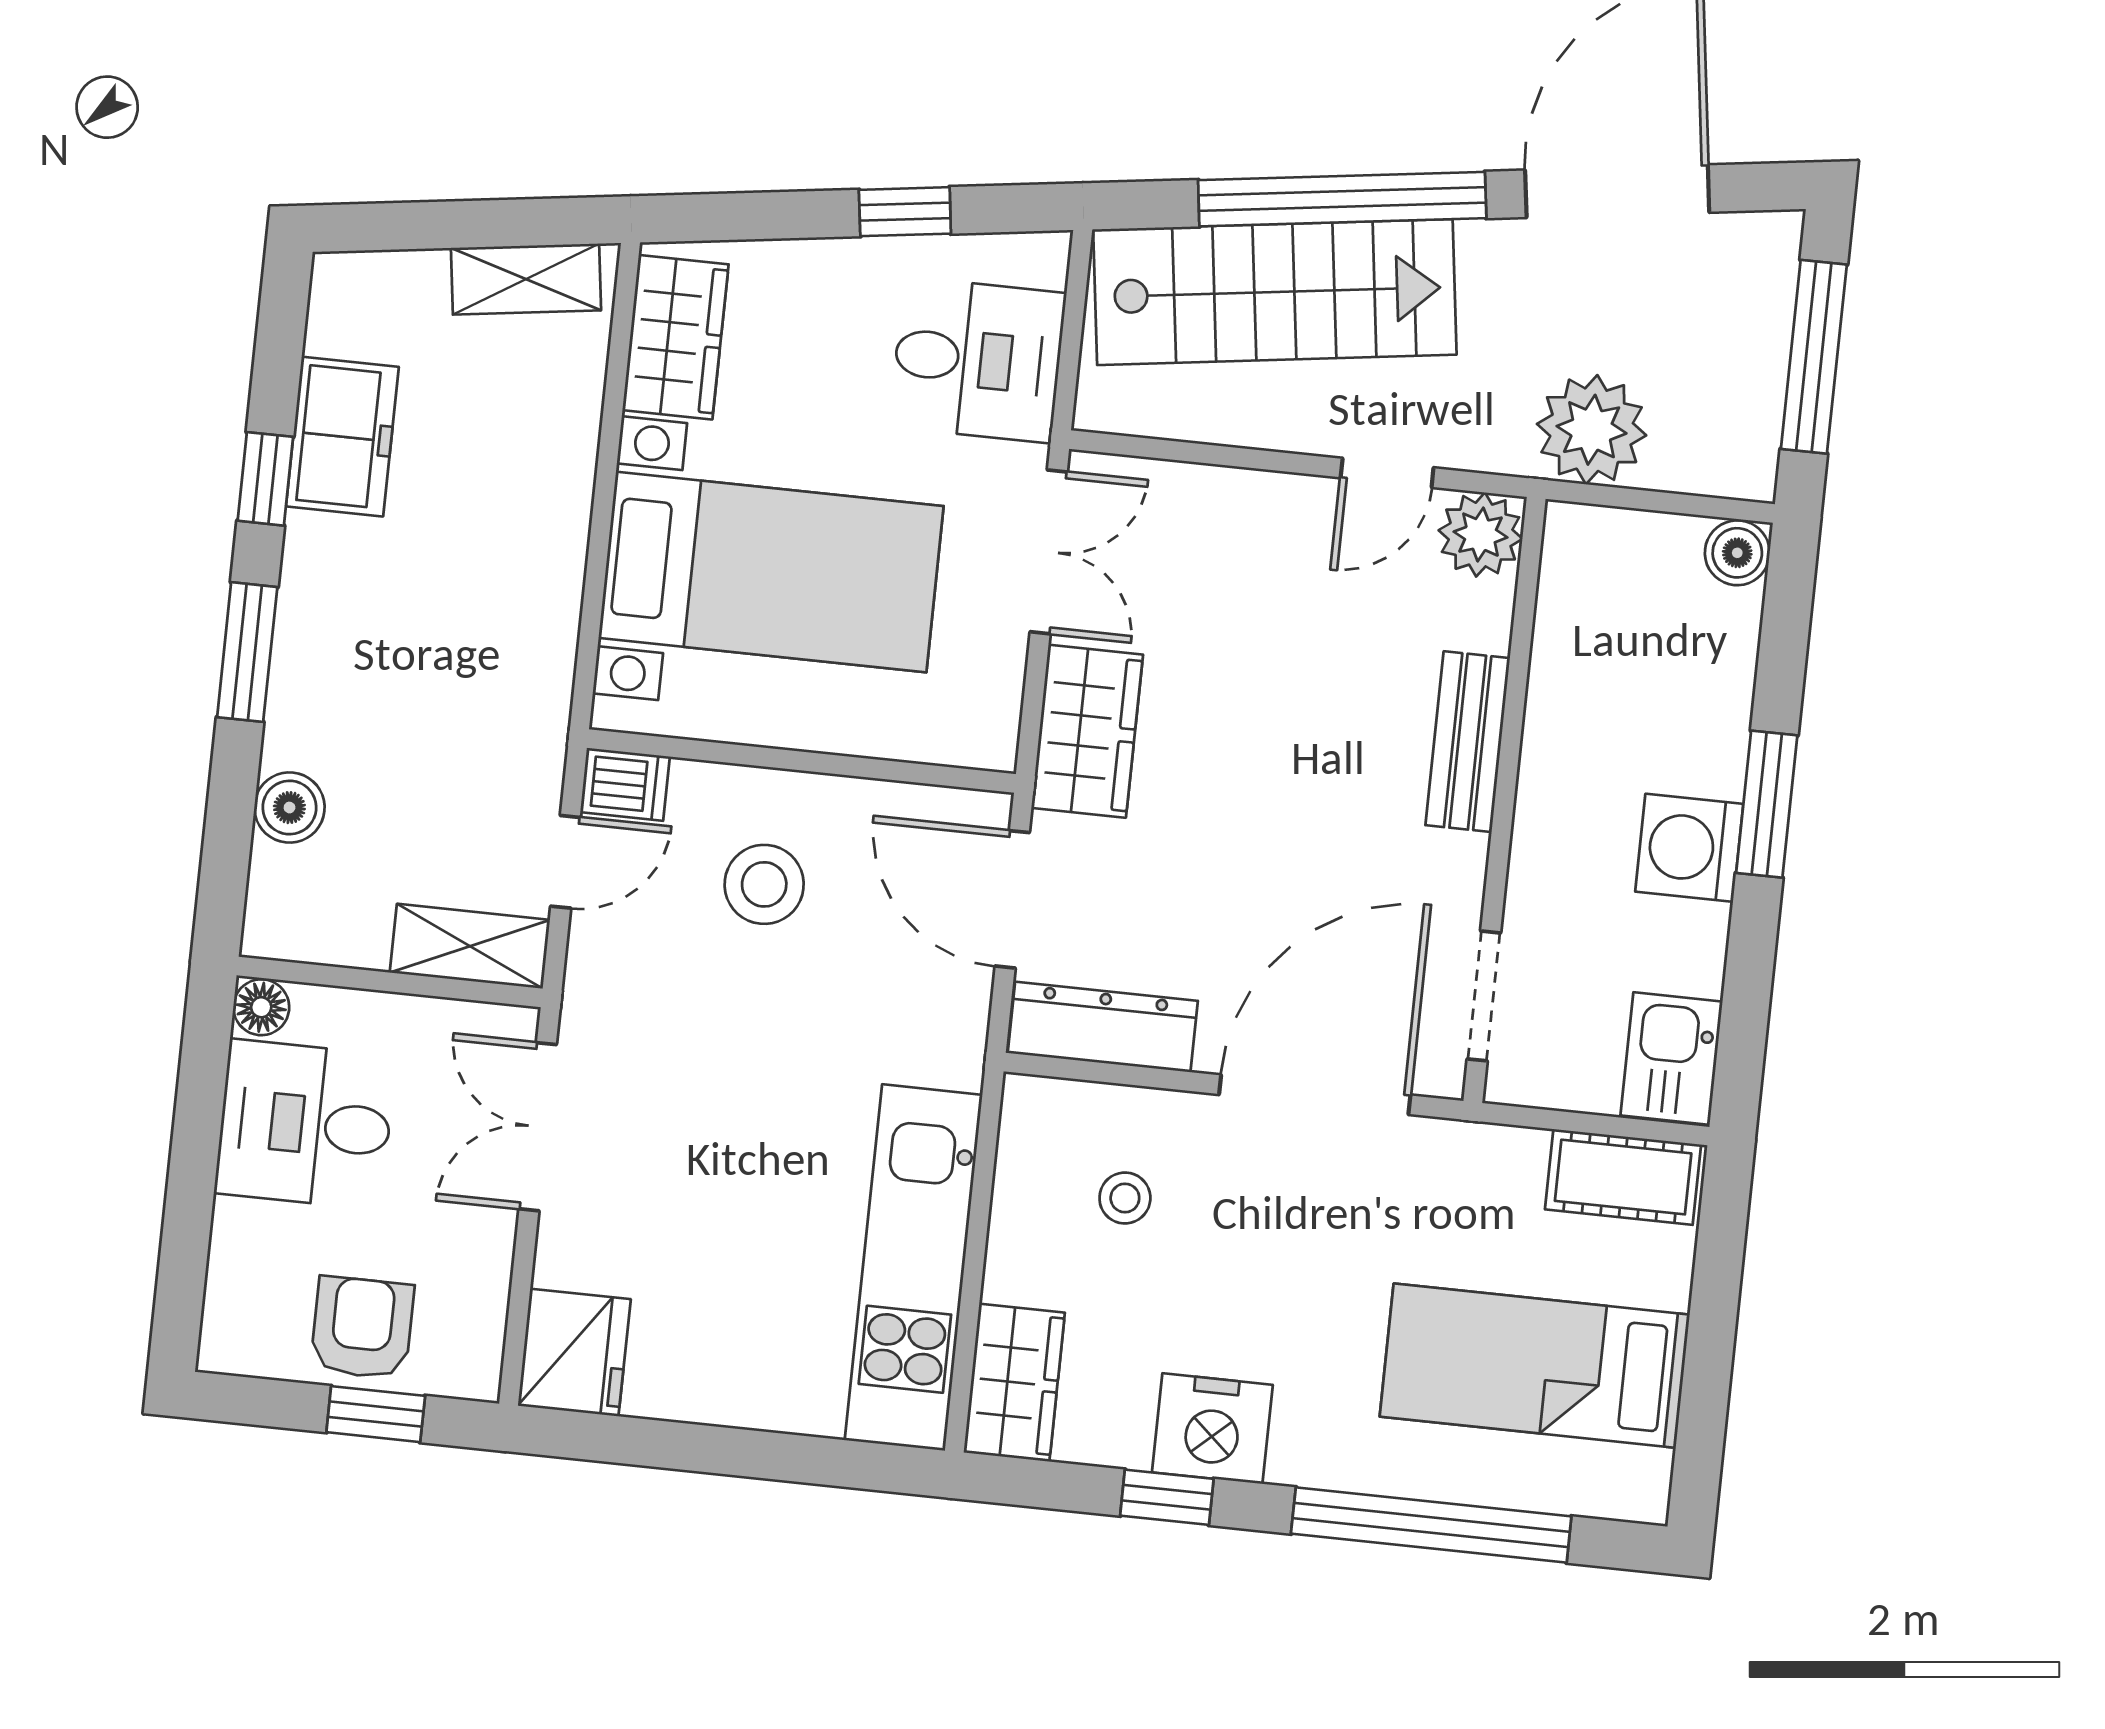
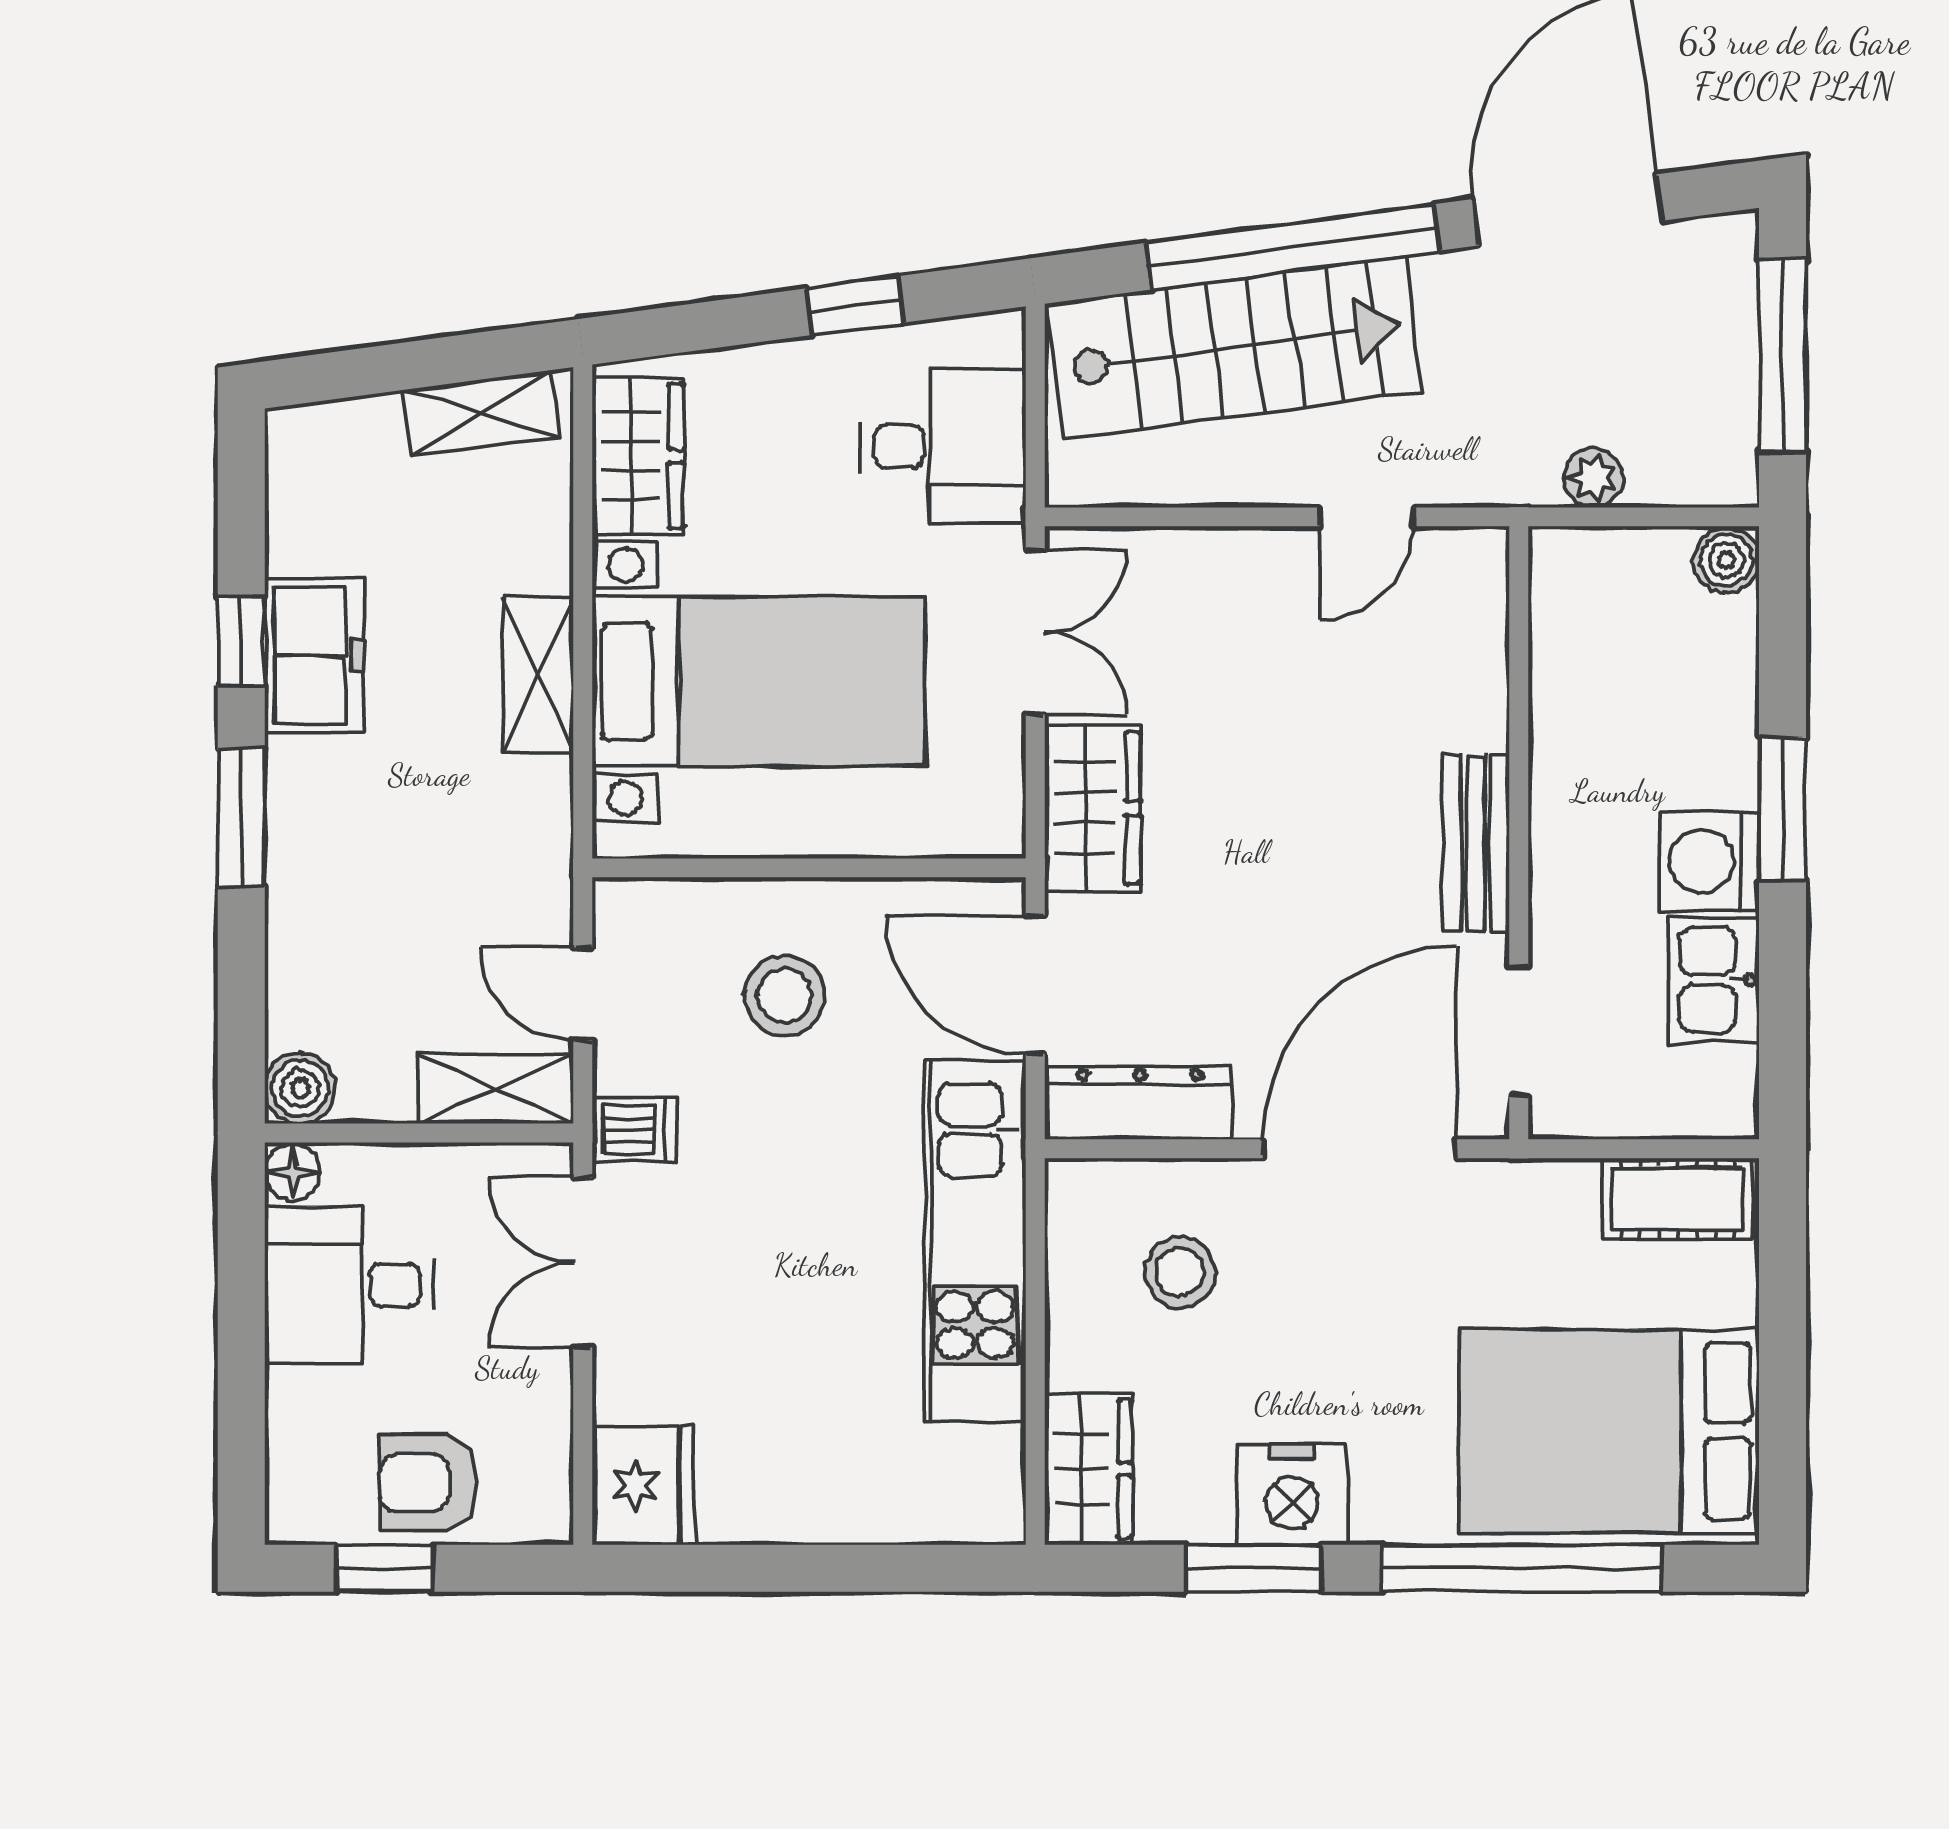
plant: (1592, 430) -> (1593, 478), width x0.53, depth x0.53
freezer: (342, 437) -> (314, 655), moved
plant: (1481, 535) -> (1467, 569), removed
shelving: (555, 543) -> (538, 675), added
bench: (1468, 742) -> (1476, 843), moved
dishwasher: (625, 784) -> (634, 1130), moved
boiler: (289, 808) -> (300, 1088), moved
door: (565, 862) -> (583, 994), swing flipped
kitchen sink: (1671, 1059) -> (1714, 980), moved
stool: (1125, 1198) -> (1180, 1272), width x1.37, depth x1.37
kitchen unit: (914, 1267) -> (975, 1242), moved
armchair: (362, 1328) -> (428, 1483), turned -90
bed: (1535, 1366) -> (1609, 1431), width x1.50
window: (376, 1414) -> (385, 1568), moved
window: (1167, 1497) -> (1253, 1568), width x1.50

